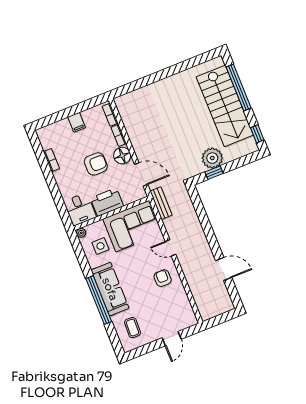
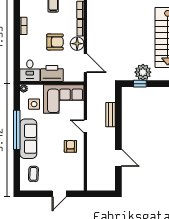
bench: (161, 203) -> (111, 115), moved
window: (99, 300) -> (17, 130), moved

